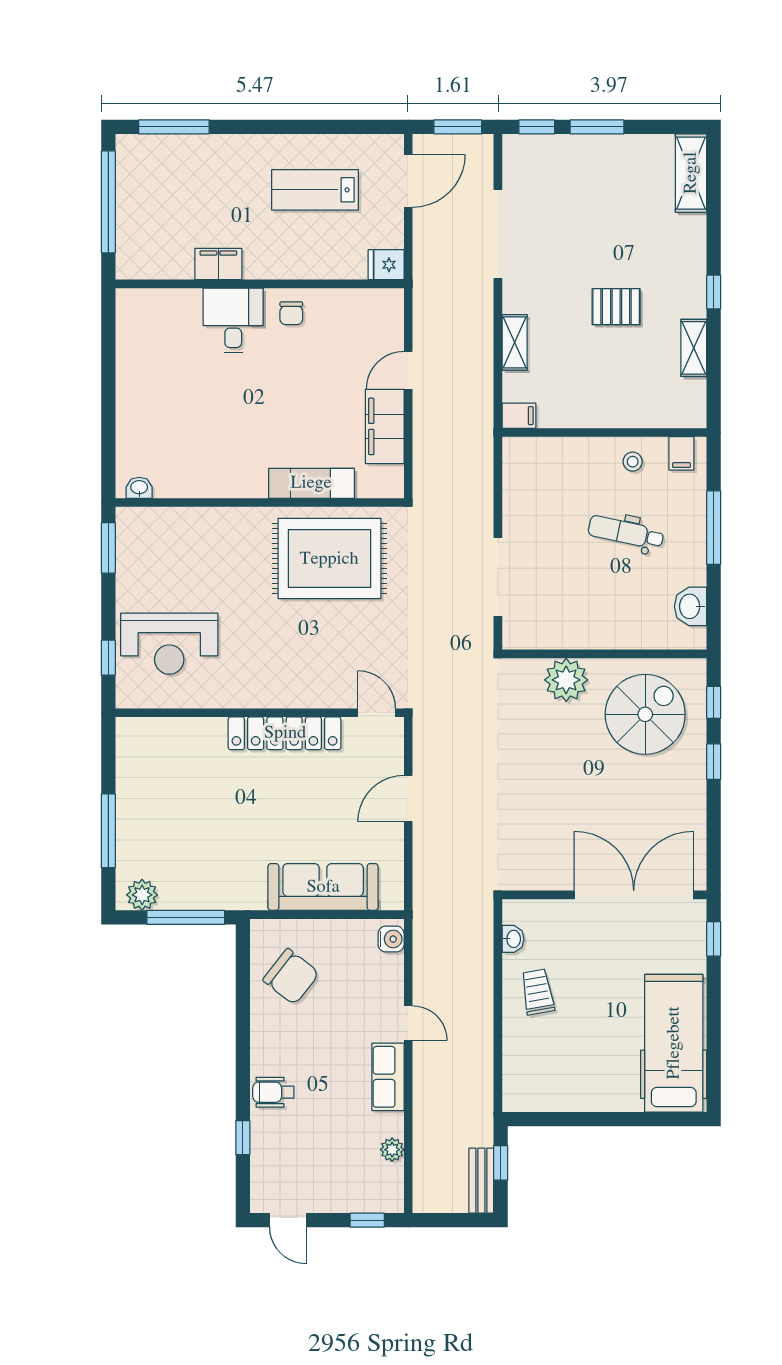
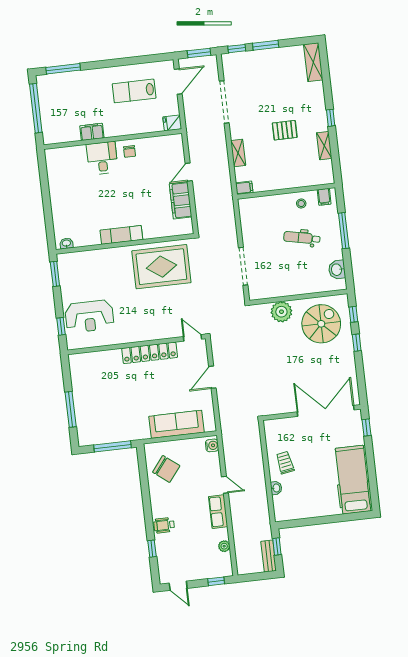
exam couch: (311, 483) -> (121, 235), moved
plant: (142, 895) -> (90, 438), removed
washbasin: (513, 939) -> (276, 488), moved

